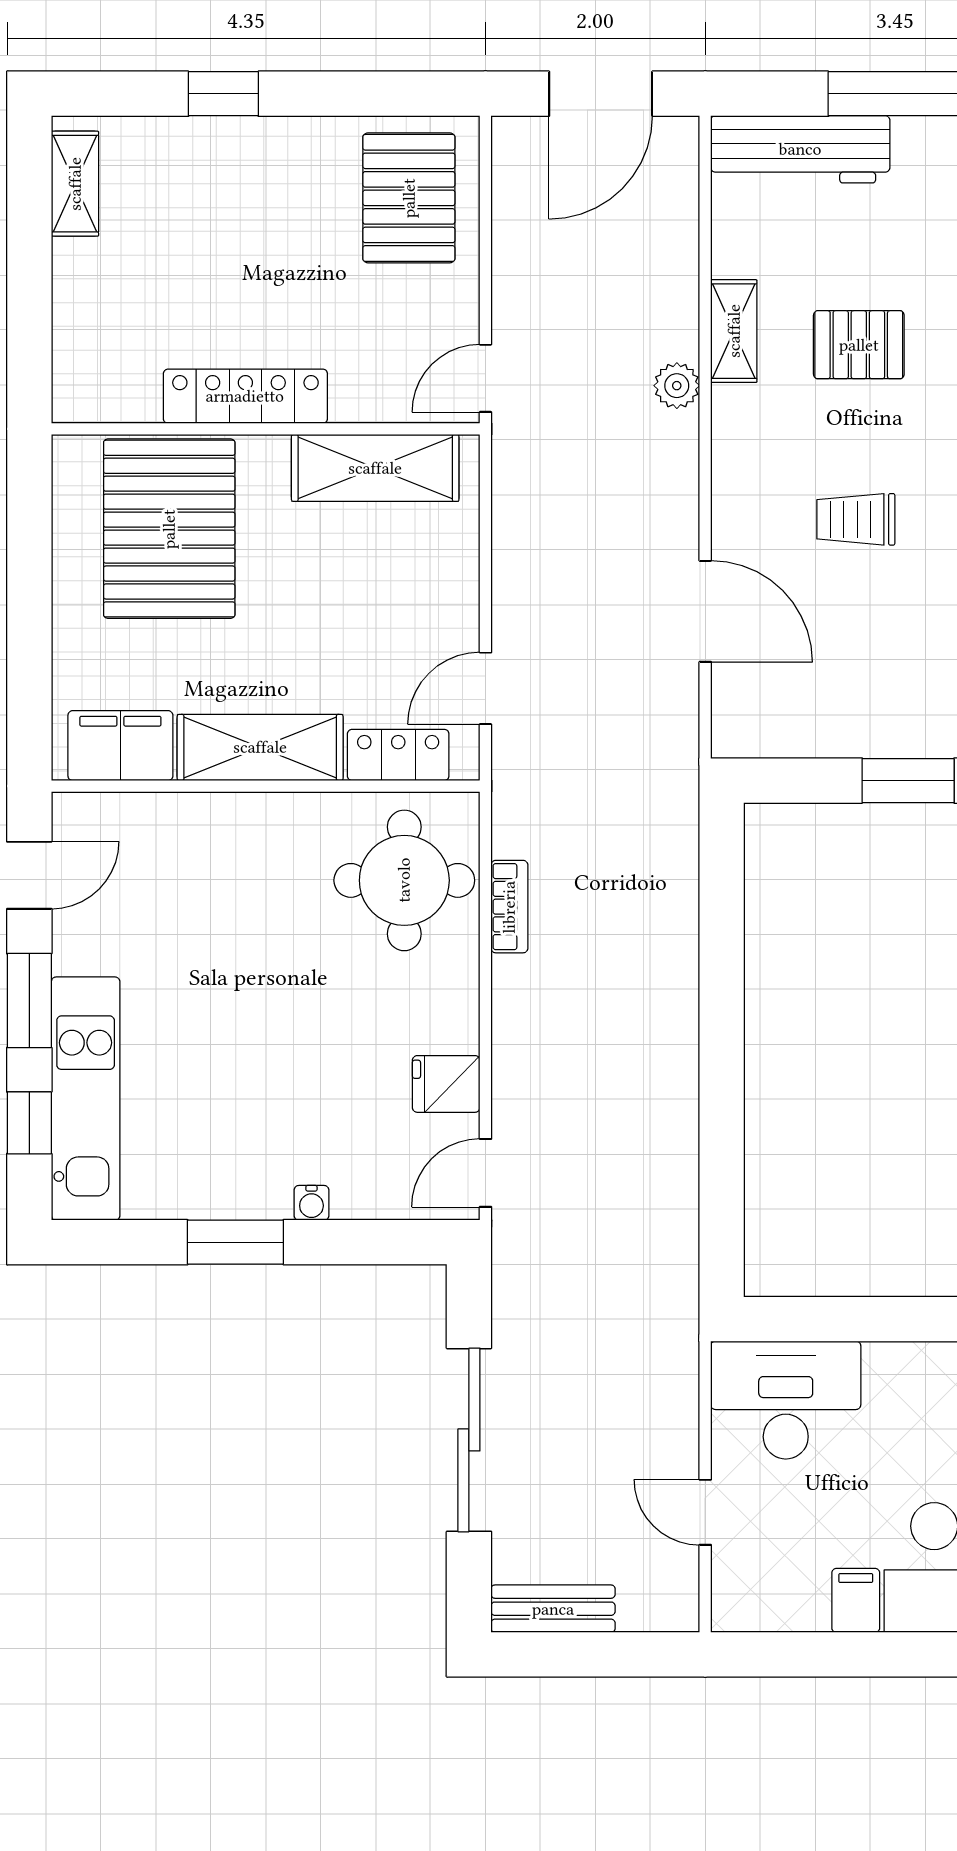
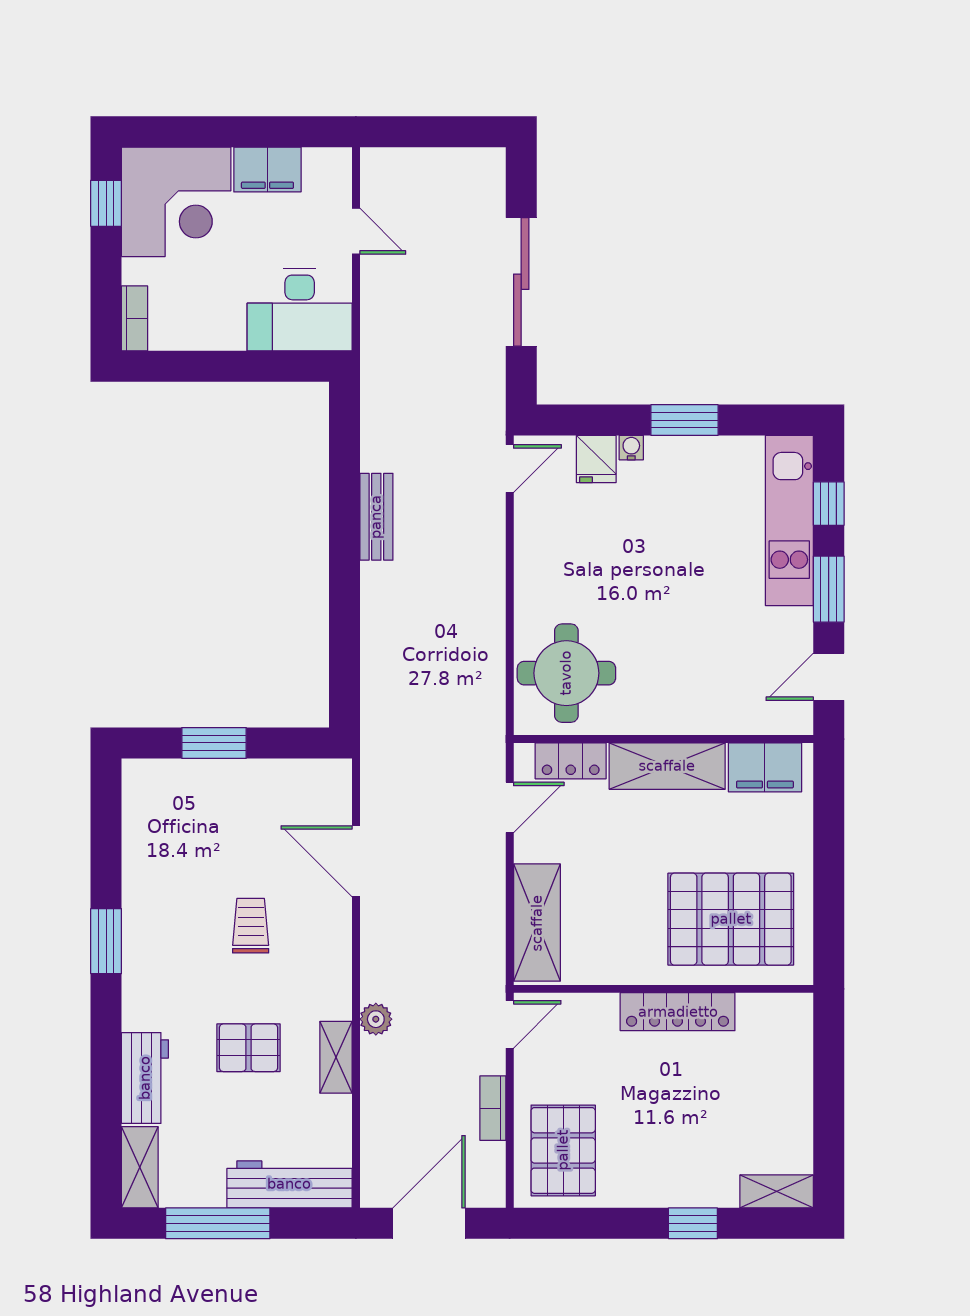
shelving: (75, 184) -> (777, 1191), moved, turned 90
shelving: (375, 468) -> (537, 923), moved, turned 90
trolley: (856, 519) -> (251, 926), turned -90
pallet: (169, 529) -> (731, 919), turned 90
bookcase: (509, 907) -> (493, 1108), moved
fridge: (446, 1084) -> (596, 459), moved, turned 90
filing cabinet: (856, 1600) -> (267, 170), width x2.00
bench: (553, 1609) -> (376, 517), moved, turned 90

